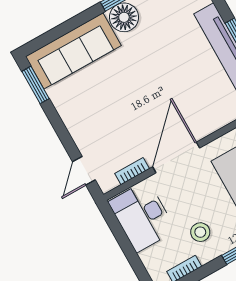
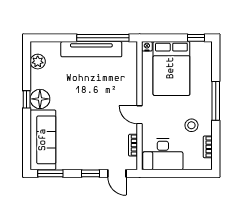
window: (65, 137) -> (90, 173), added
door: (176, 157) -> (140, 115), width x0.53

